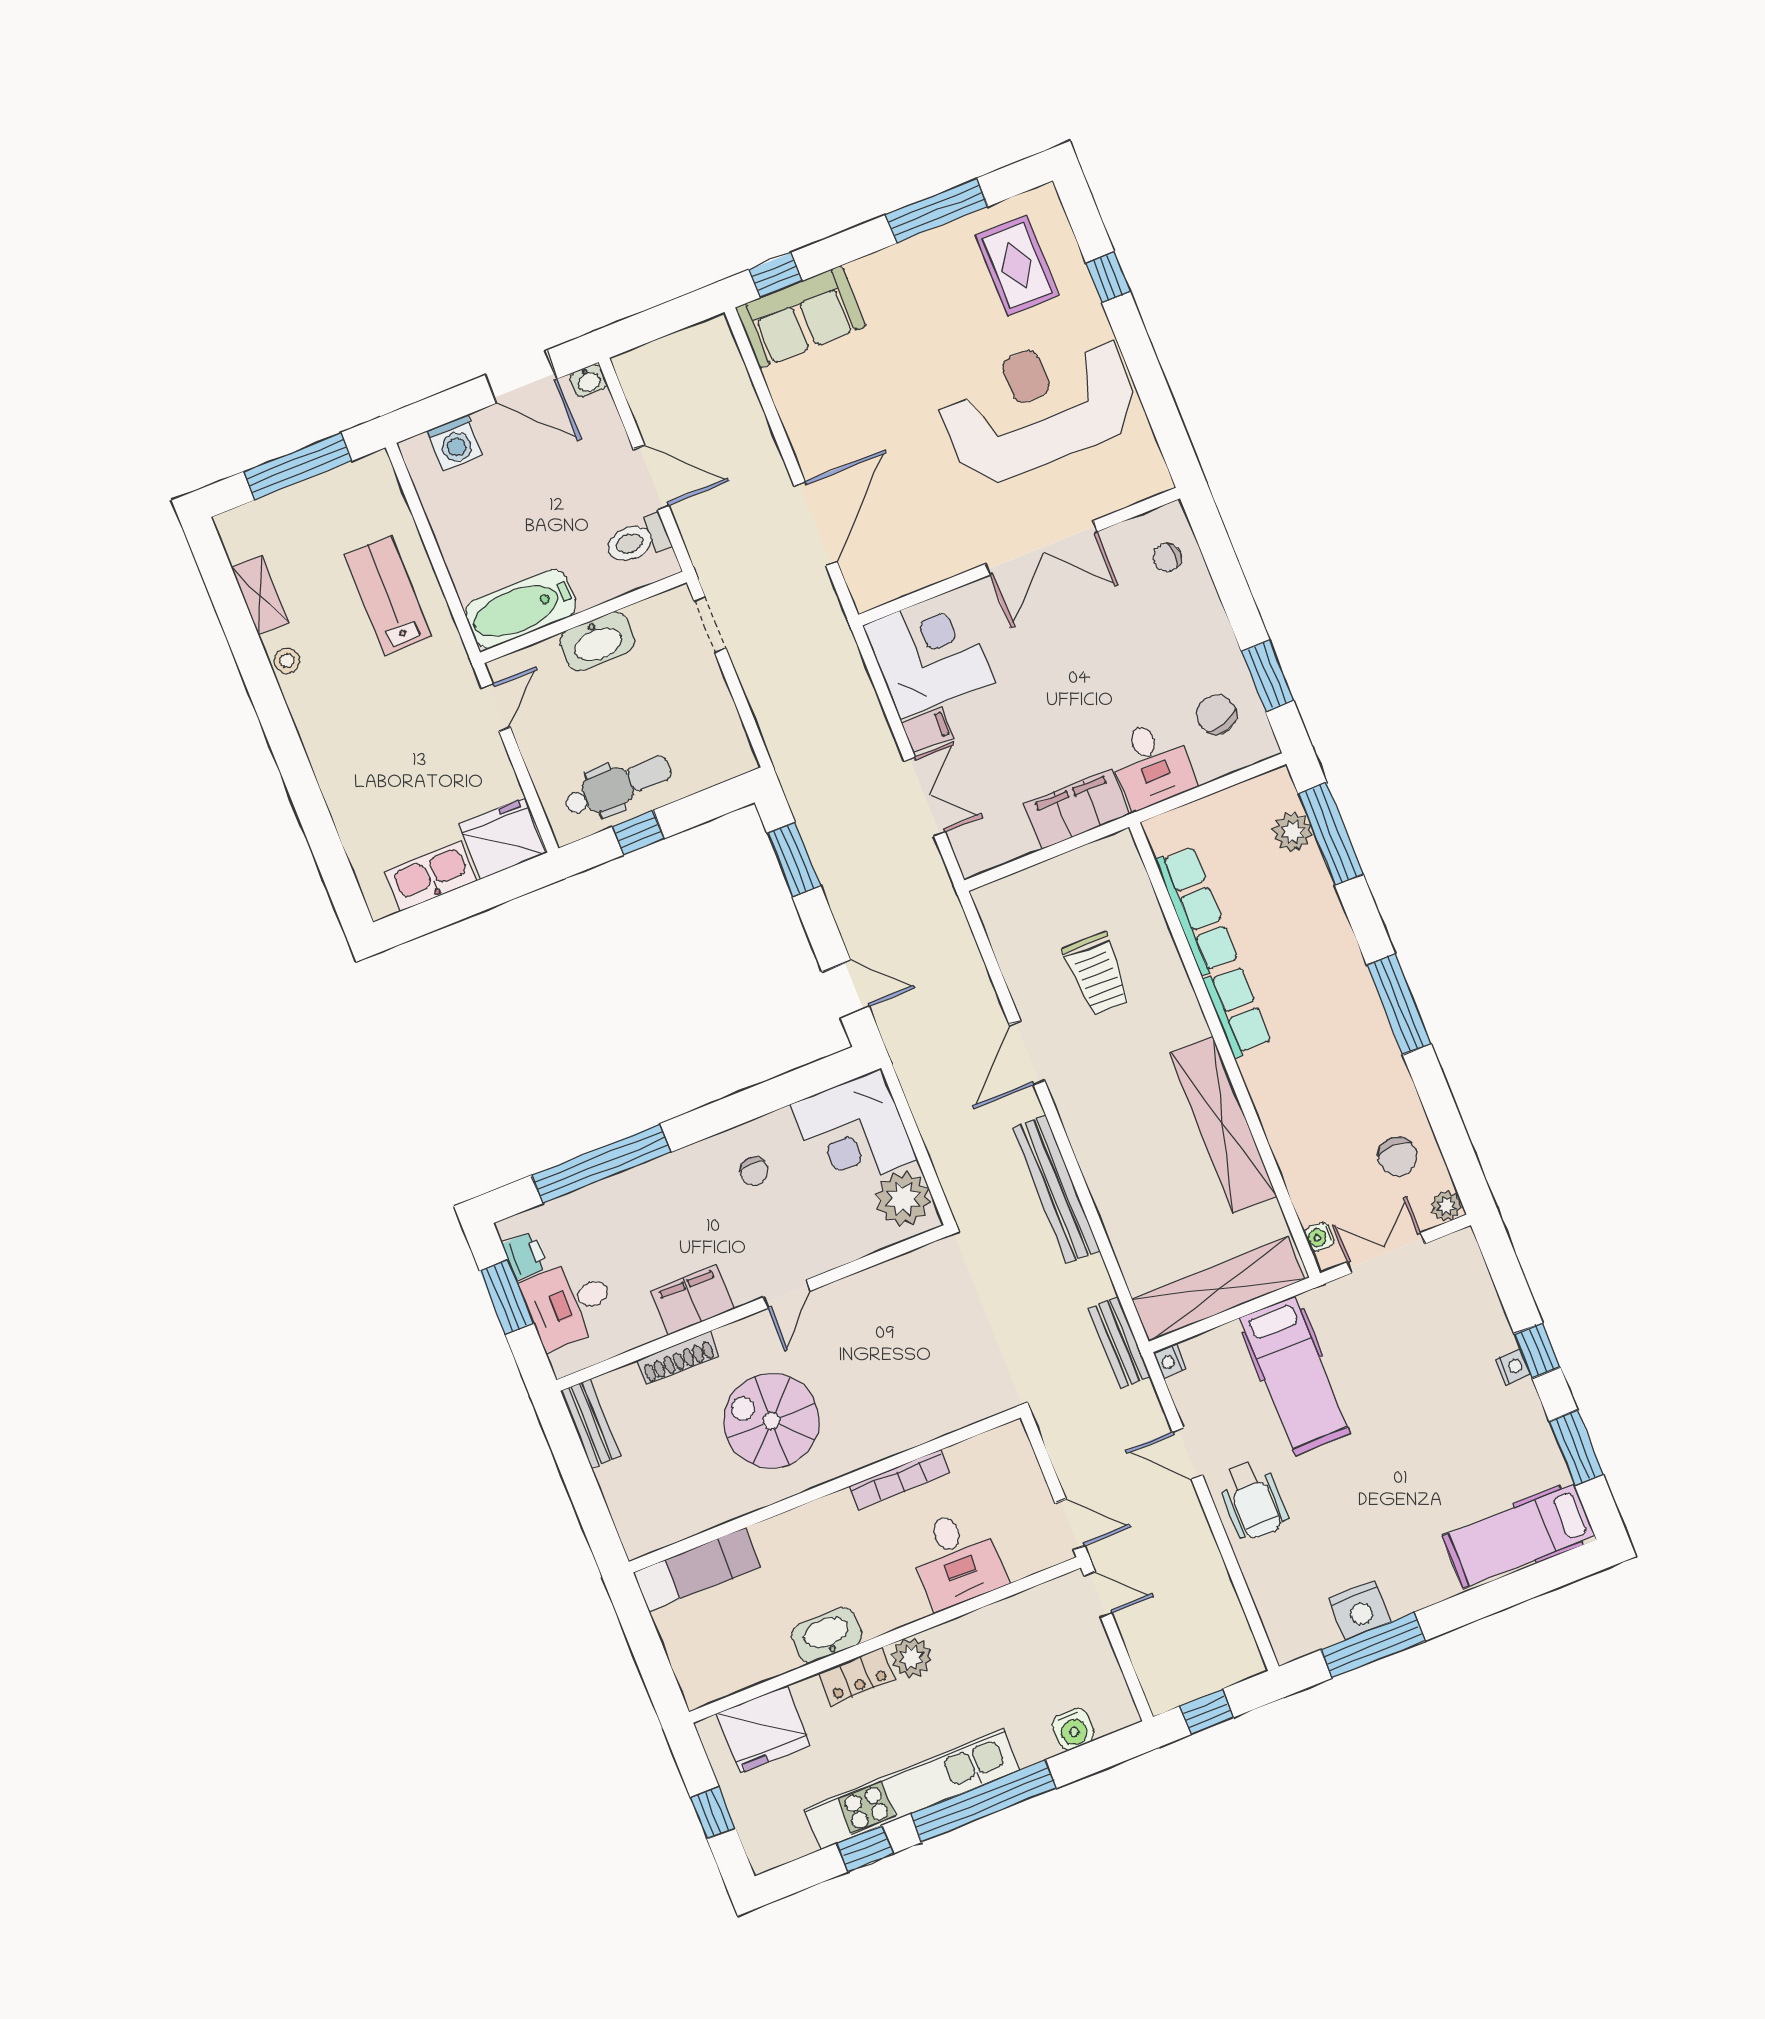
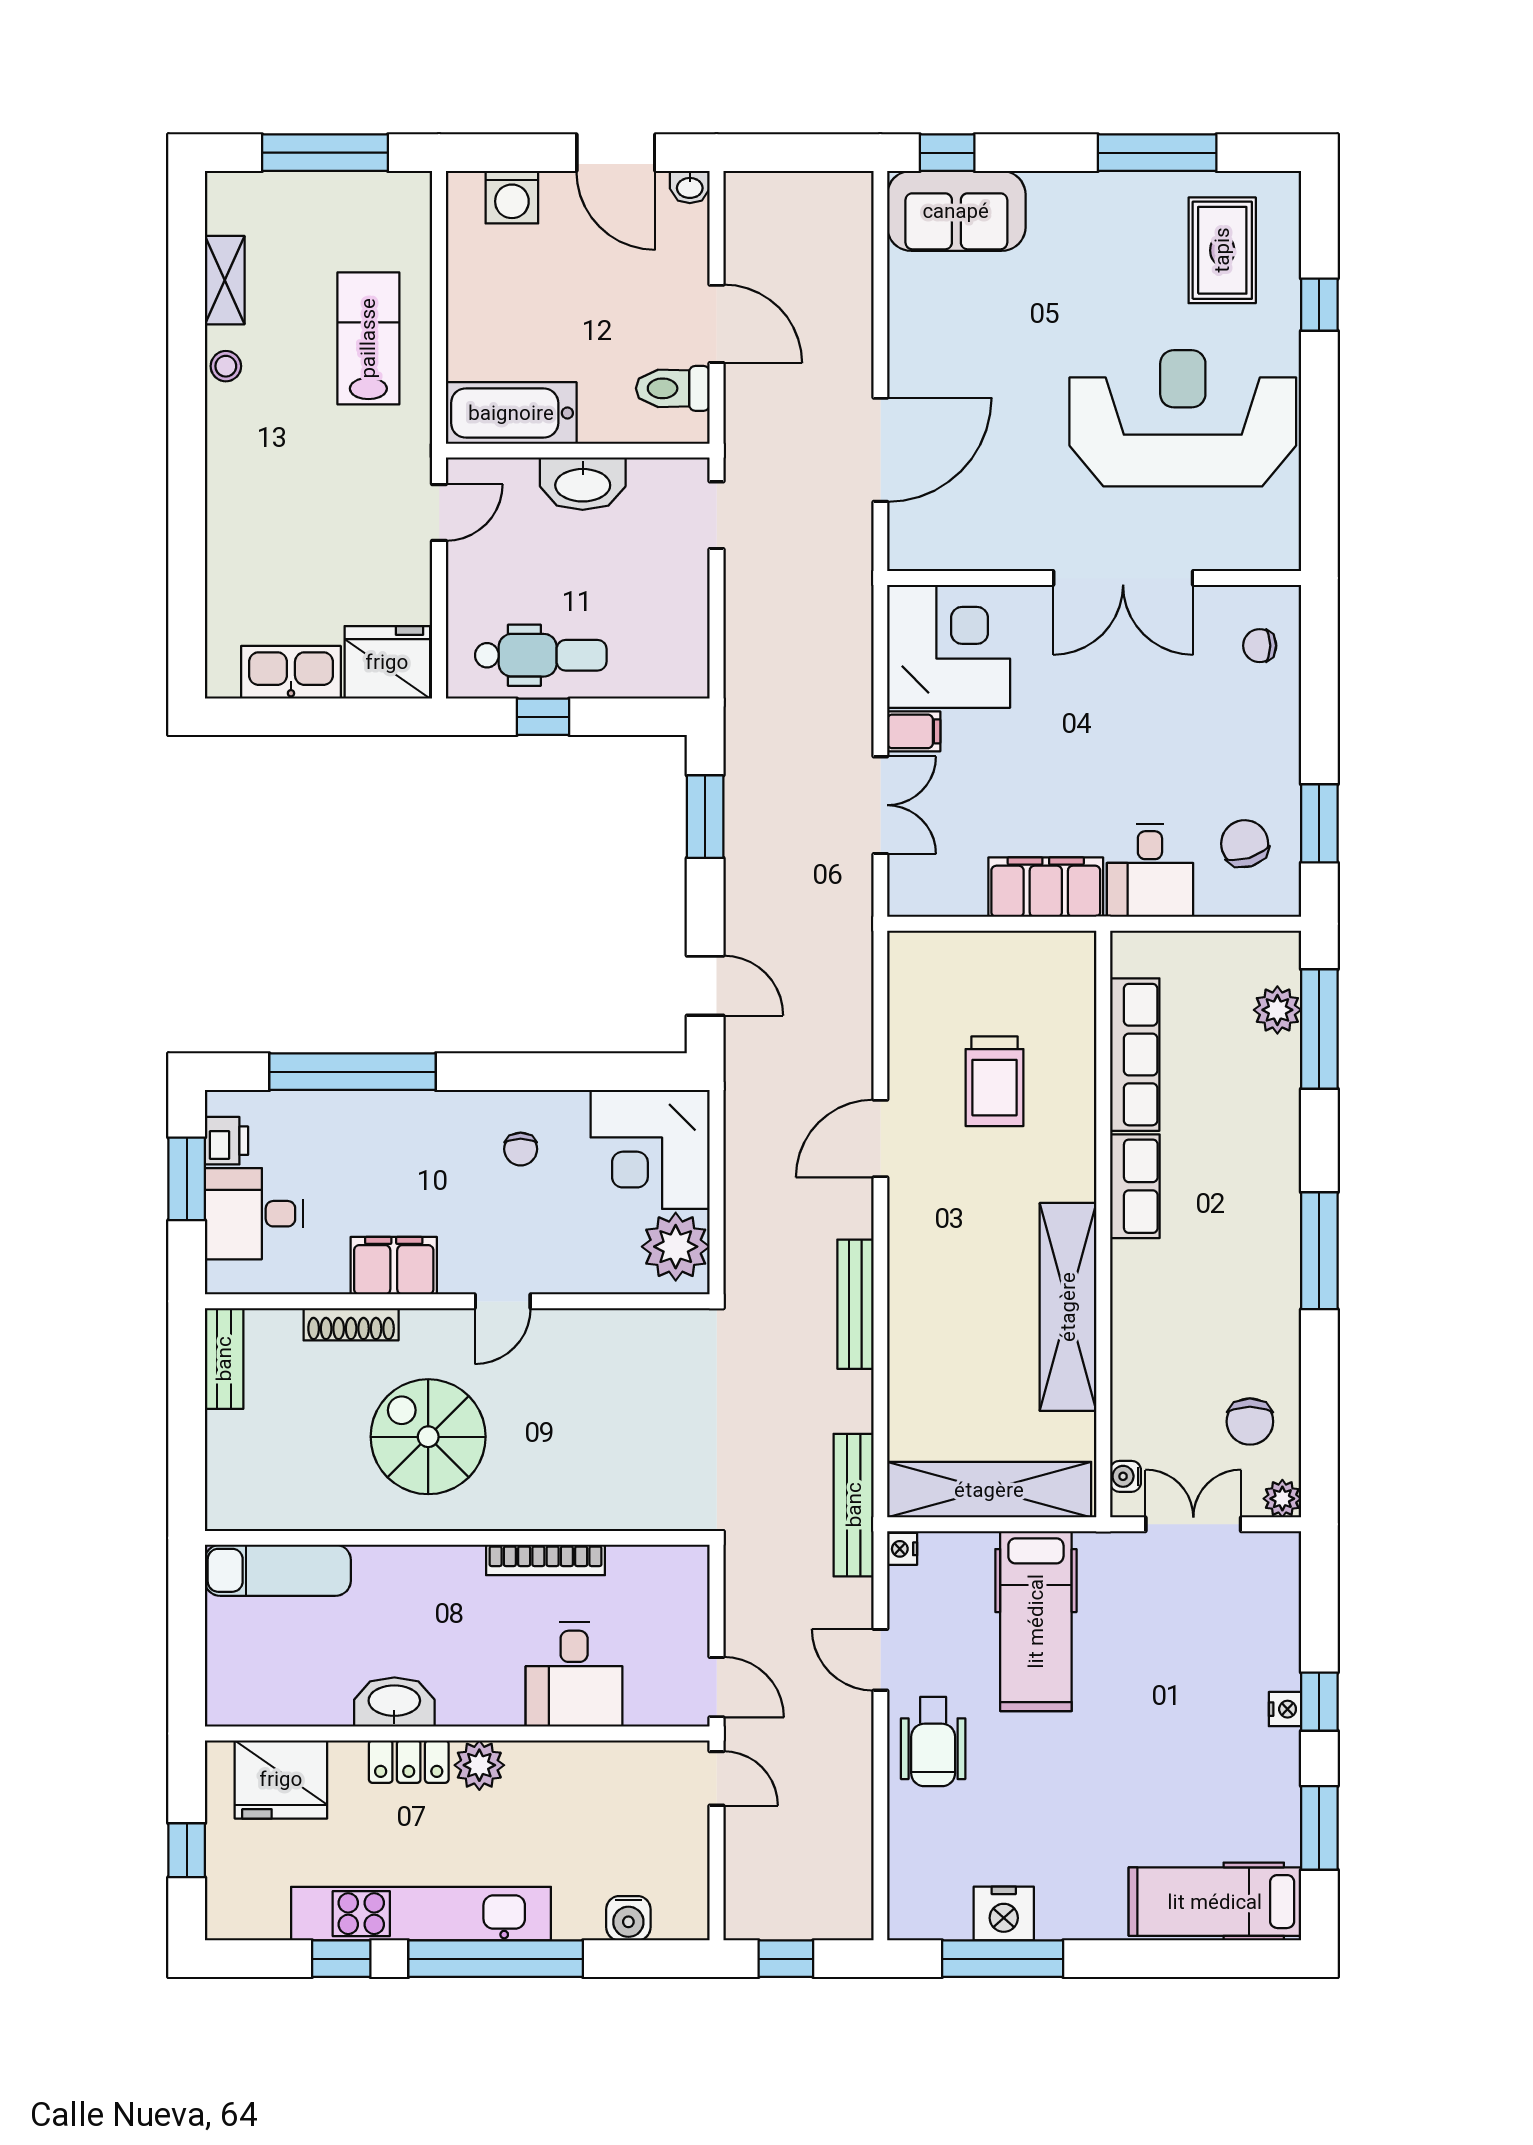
bench: (1056, 1189) -> (855, 1304), width x0.73, depth x0.82
bench: (1119, 1343) -> (854, 1505), width x1.36

